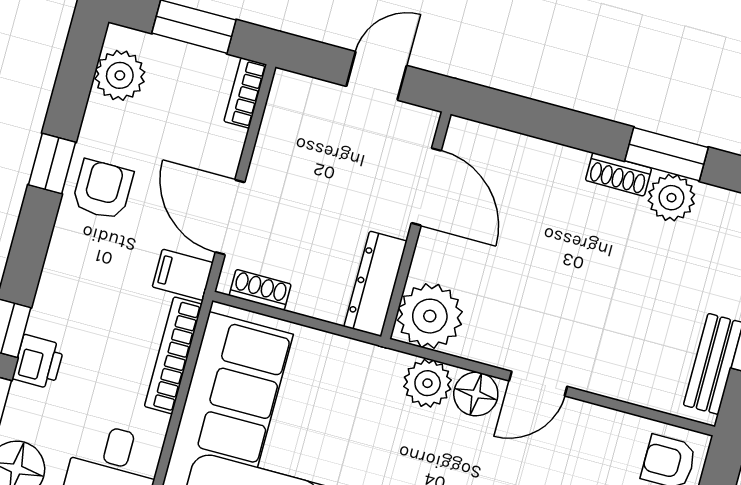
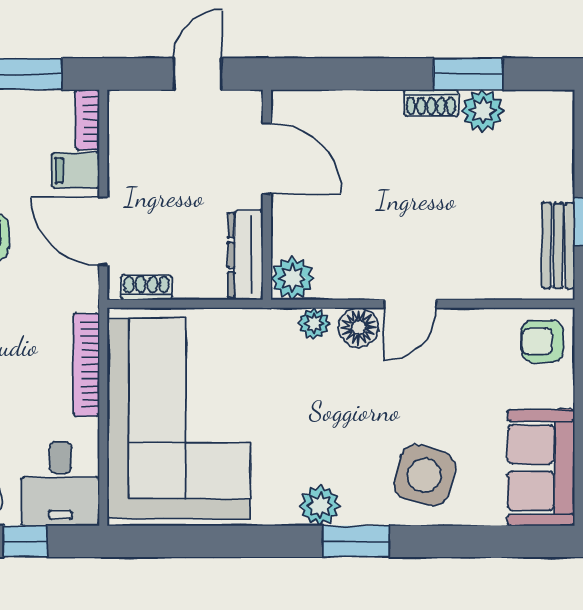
filing cabinet: (183, 275) -> (76, 171), moved
plant: (430, 316) -> (292, 278), width x0.73, depth x0.73
plant: (428, 383) -> (314, 323), width x0.73, depth x0.73

